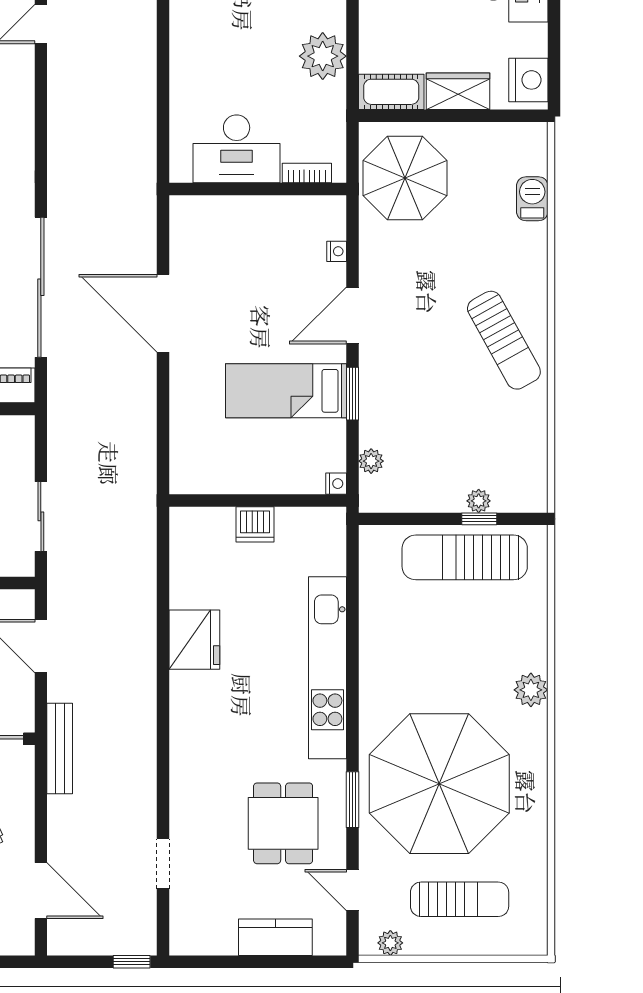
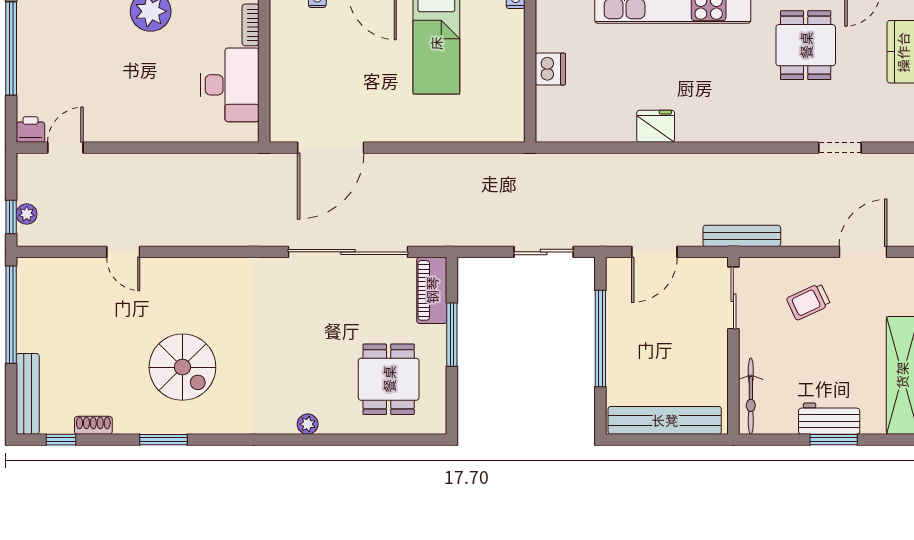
door: (163, 313) -> (331, 148), moved
fridge: (194, 640) -> (656, 126), width x0.73, depth x0.75
dining table: (283, 823) -> (806, 45), turned 90

